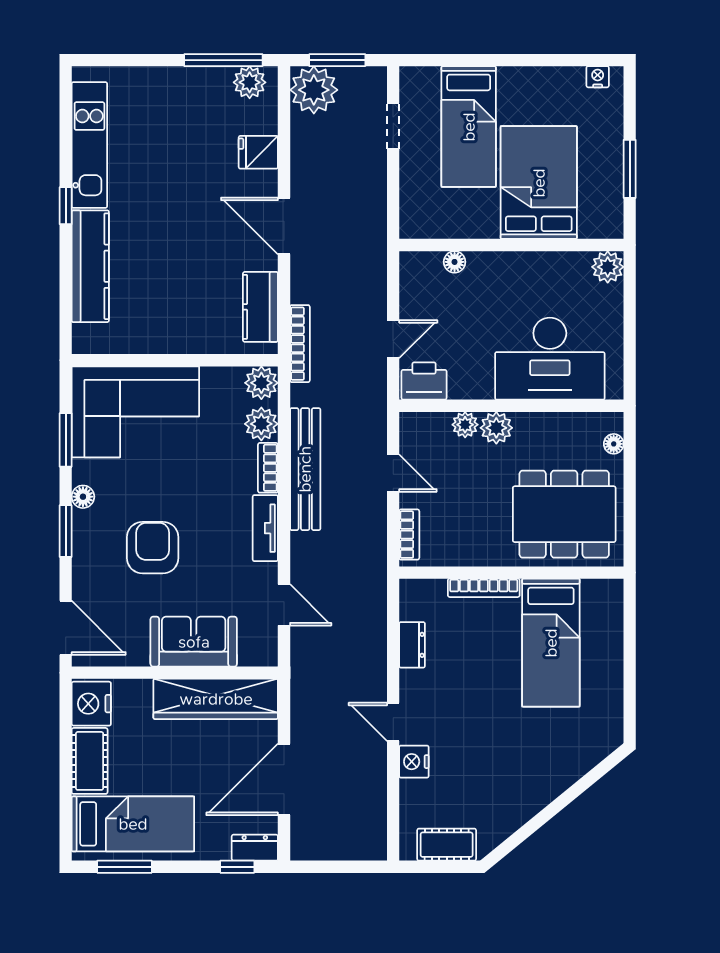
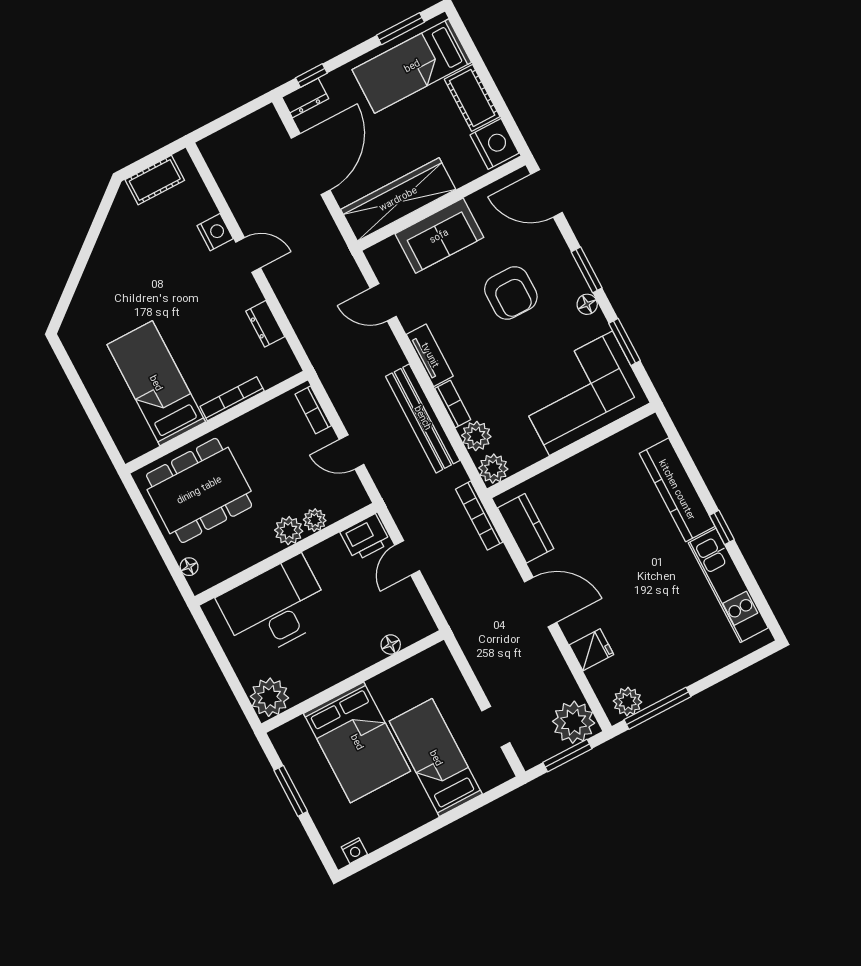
plant: (608, 267) -> (269, 697), width x1.36, depth x1.36

